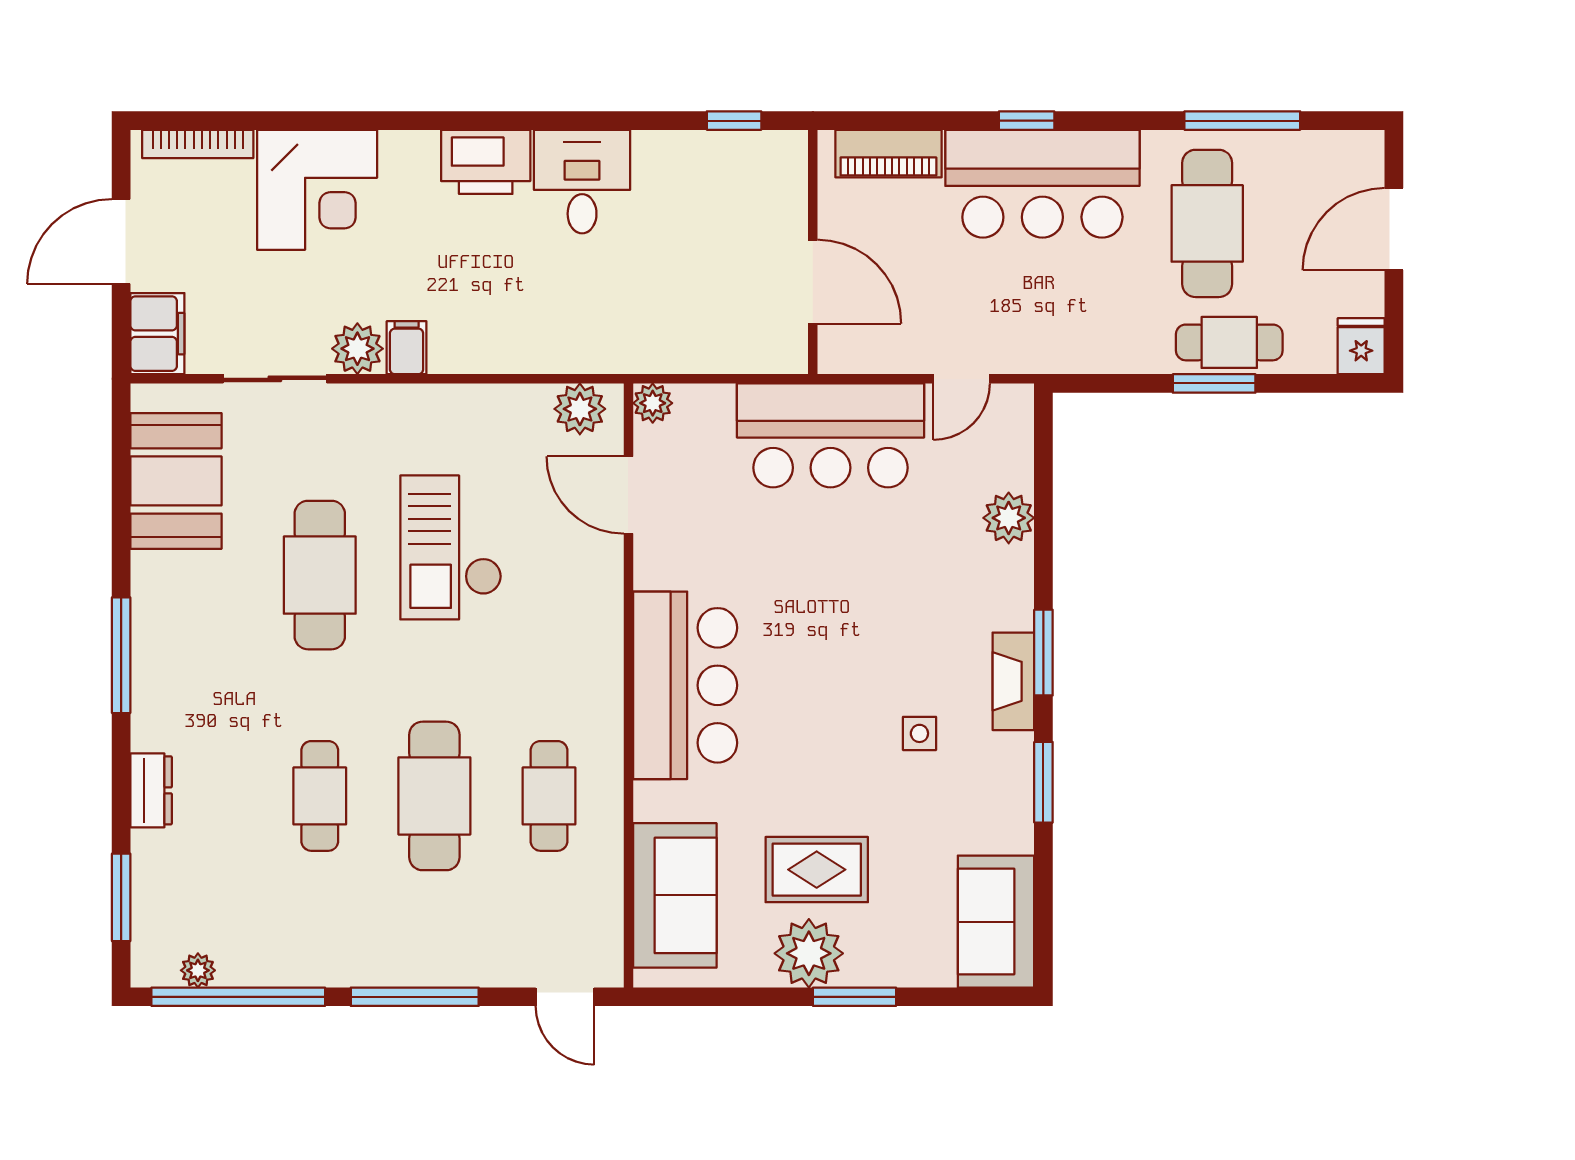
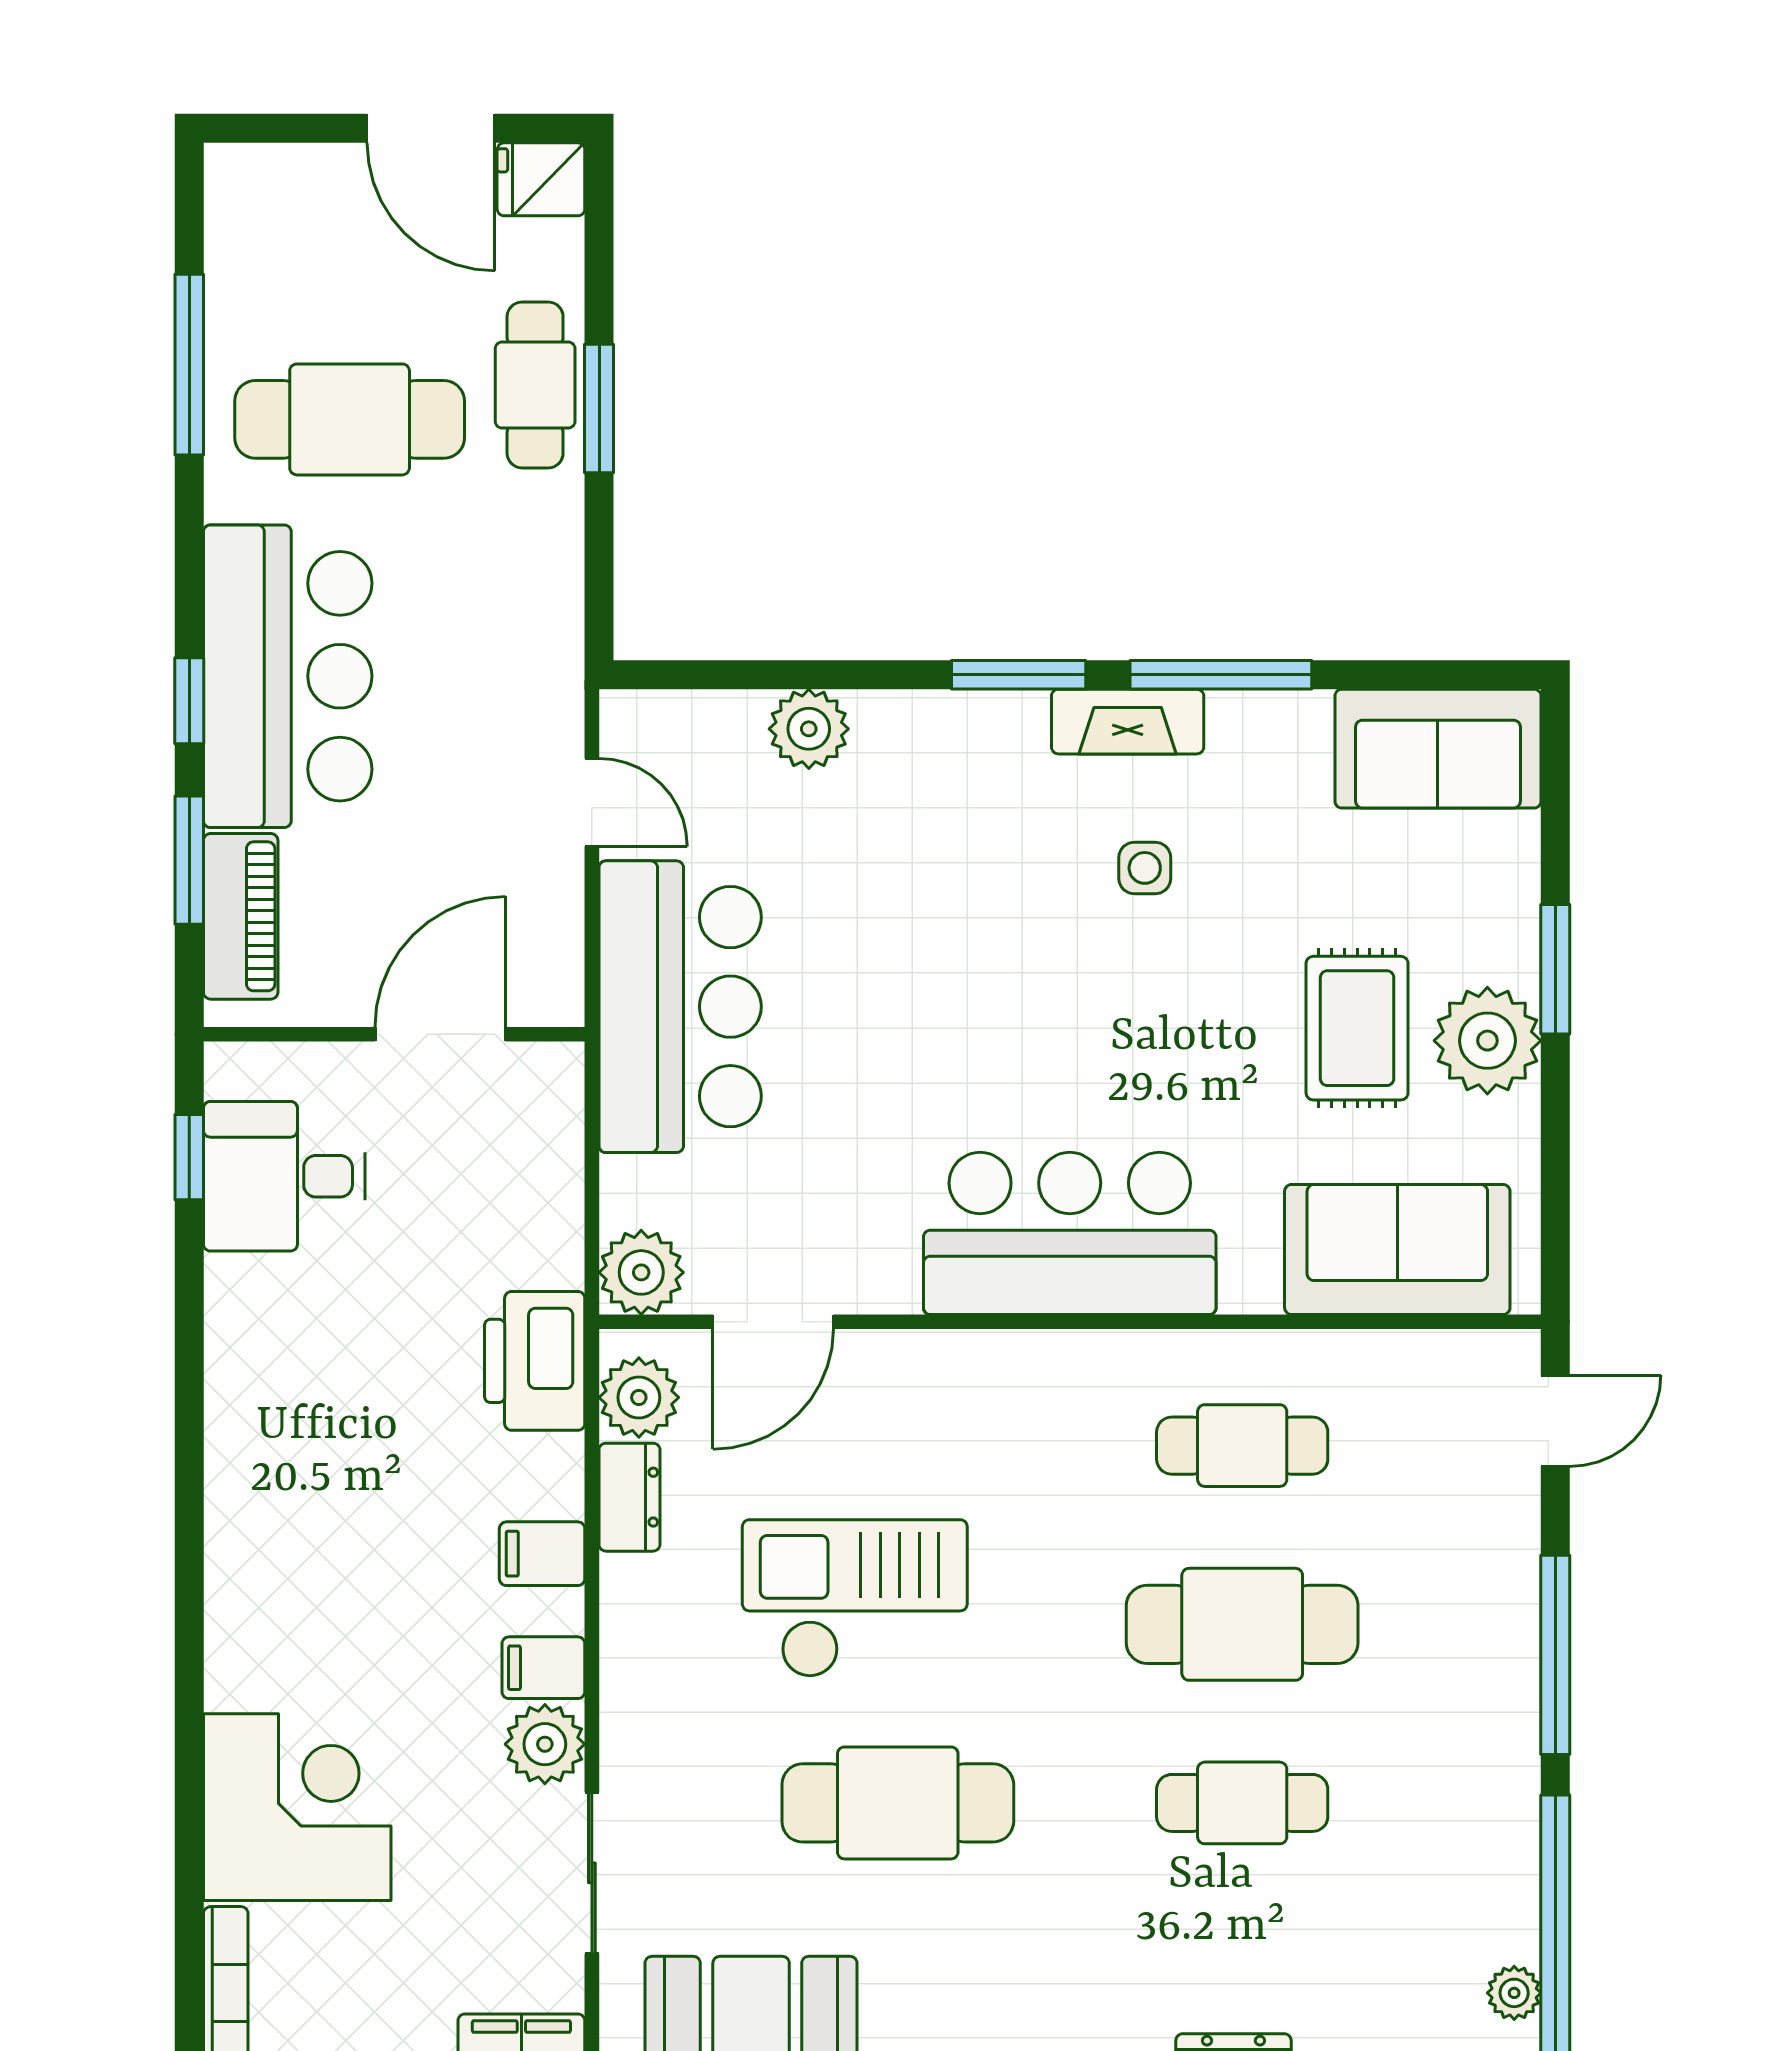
window: (924, 121) -> (189, 860), added
printer: (486, 162) -> (535, 1361), moved, turned 180
desk: (582, 182) -> (284, 1176), moved
door: (1394, 229) -> (431, 128), moved
filing cabinet: (480, 347) -> (542, 1554), added
dresser: (516, 403) -> (629, 1497), added
plant: (653, 403) -> (641, 1272), width x1.38, depth x1.38
checkout: (451, 547) -> (855, 1598), turned 180
fireplace: (1013, 681) -> (1128, 722), moved
window: (1043, 782) -> (1221, 675), width x1.44

